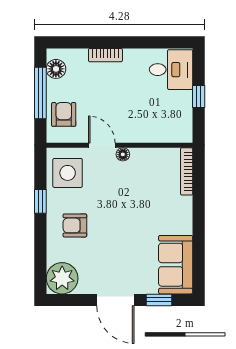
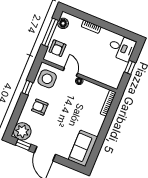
armchair: (64, 114) -> (57, 48), turned 180
window: (159, 300) -> (23, 145), moved

